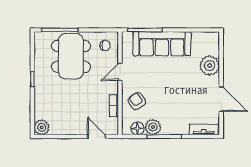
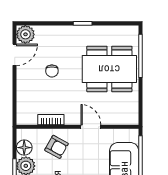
chair: (105, 45) -> (52, 71), moved
armchair: (137, 101) -> (57, 147), turned 62
door: (97, 137) -> (15, 55), moved

